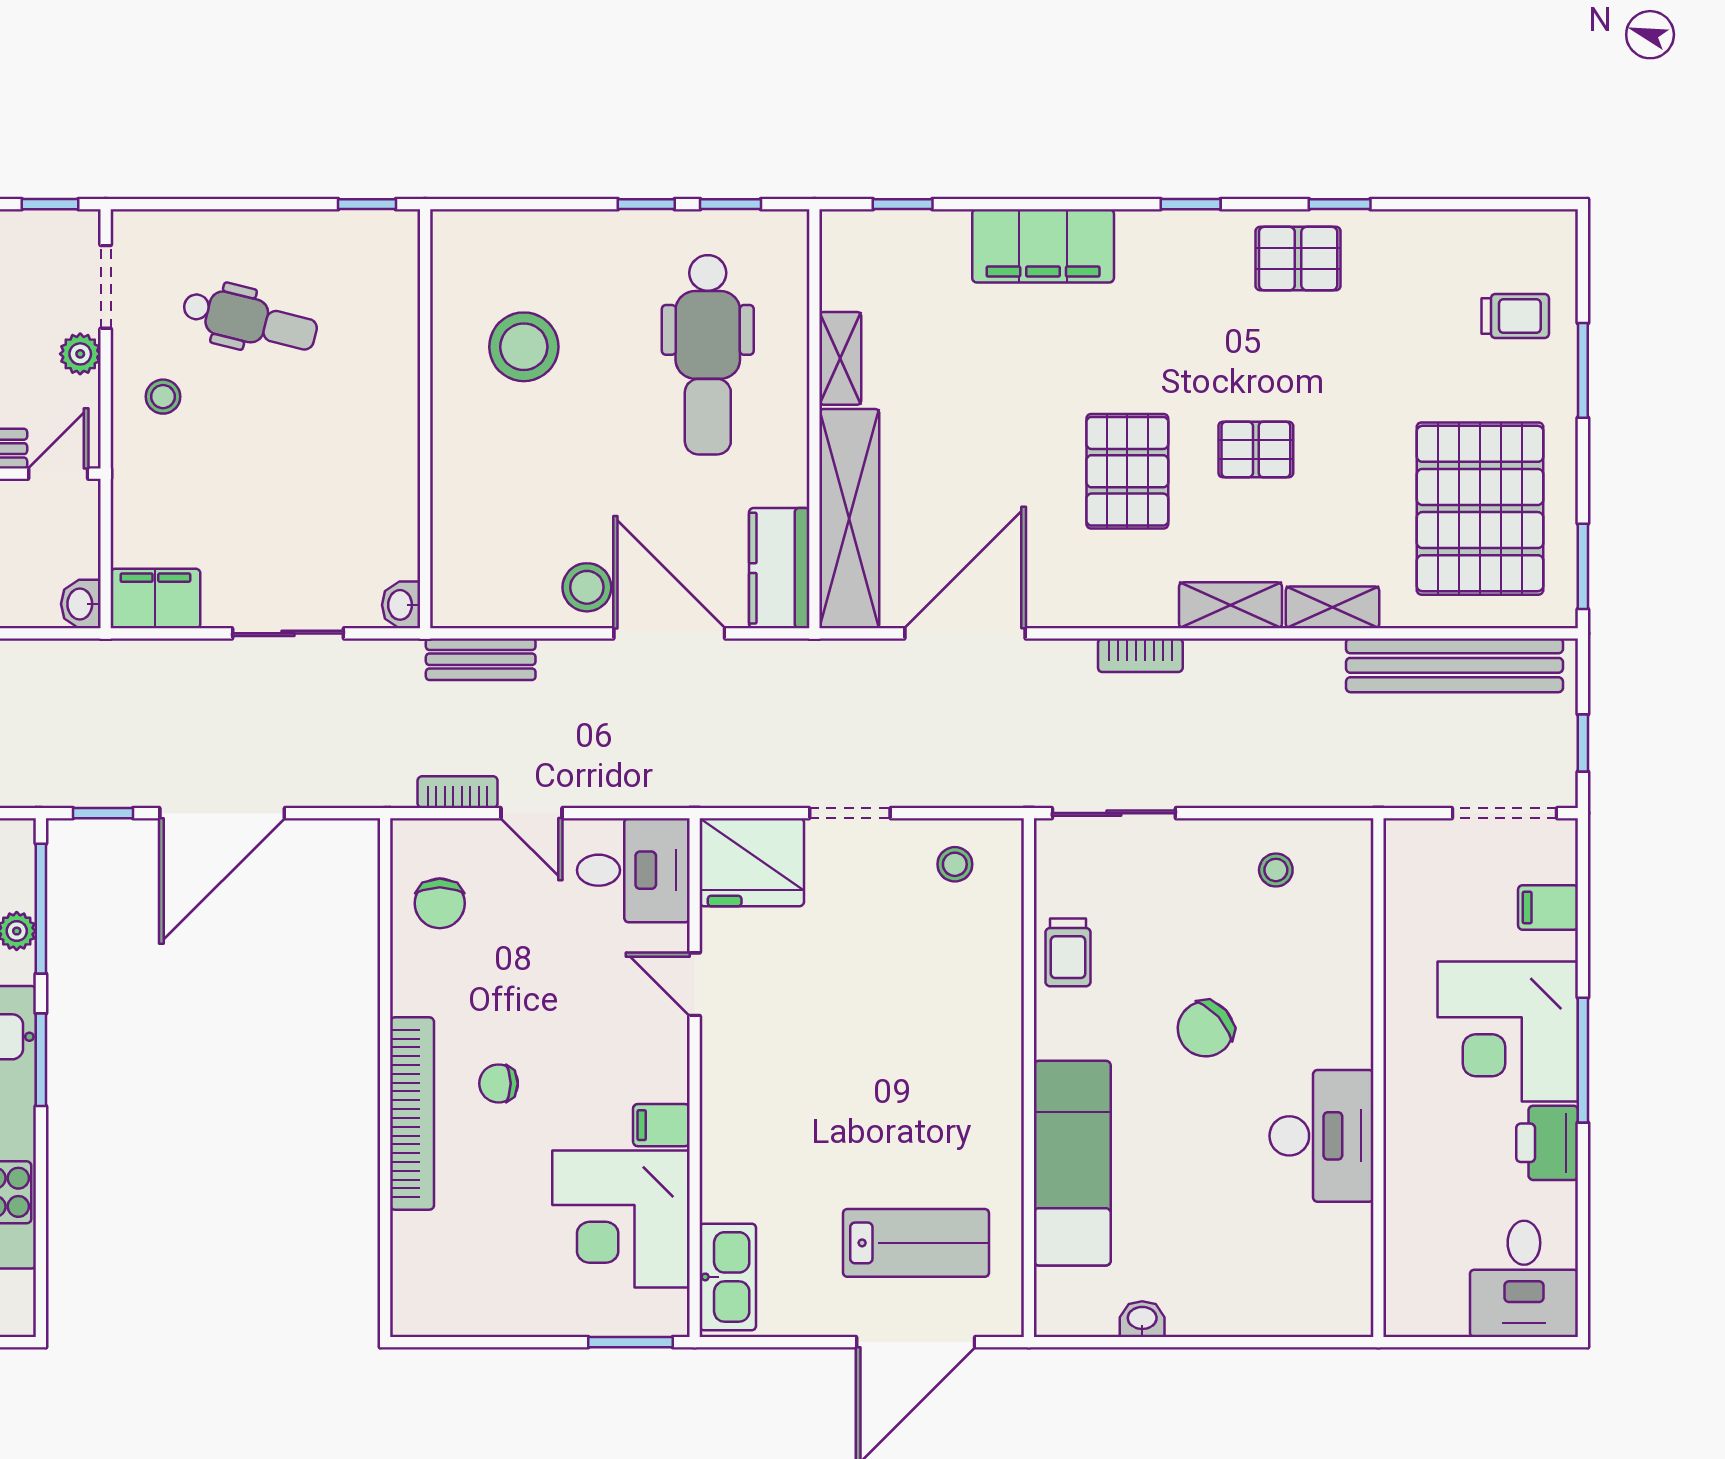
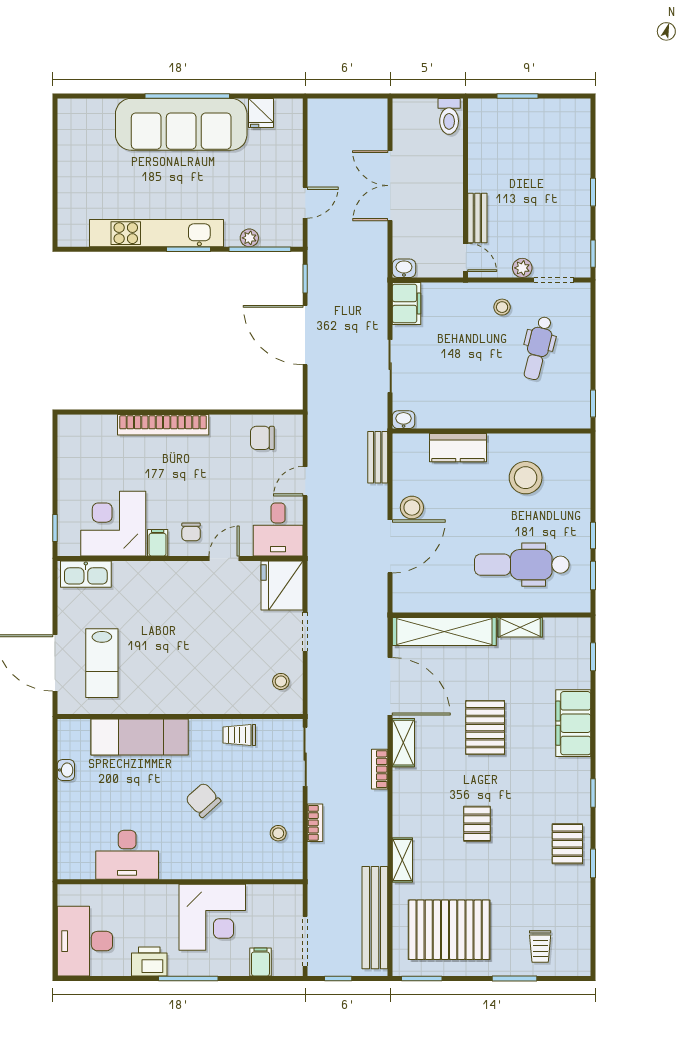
pallet: (1127, 471) -> (485, 728), moved, turned 90
kitchen counter: (779, 568) -> (458, 448), moved, turned 180
shelving: (1230, 605) -> (403, 743), moved
bookcase: (458, 792) -> (315, 823), moved
corner desk: (1508, 1031) -> (212, 917), moved, turned 180
chair: (499, 1083) -> (191, 532), moved, turned 180
desk: (1321, 1136) -> (127, 855), moved
desk: (1524, 1279) -> (85, 941), width x1.37
window: (630, 1342) -> (55, 528), width x0.67

